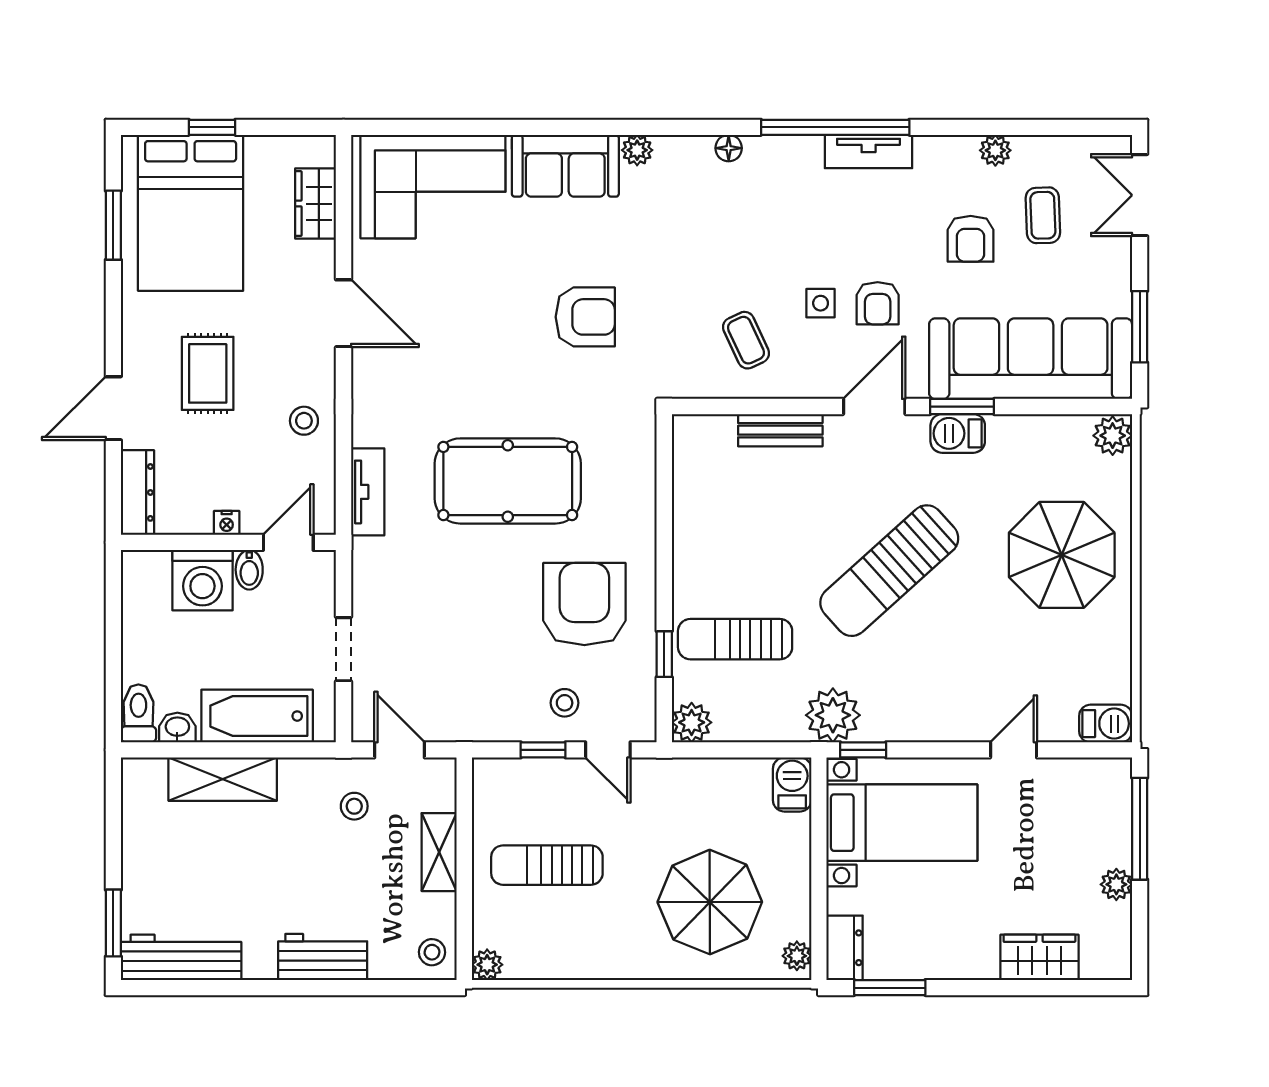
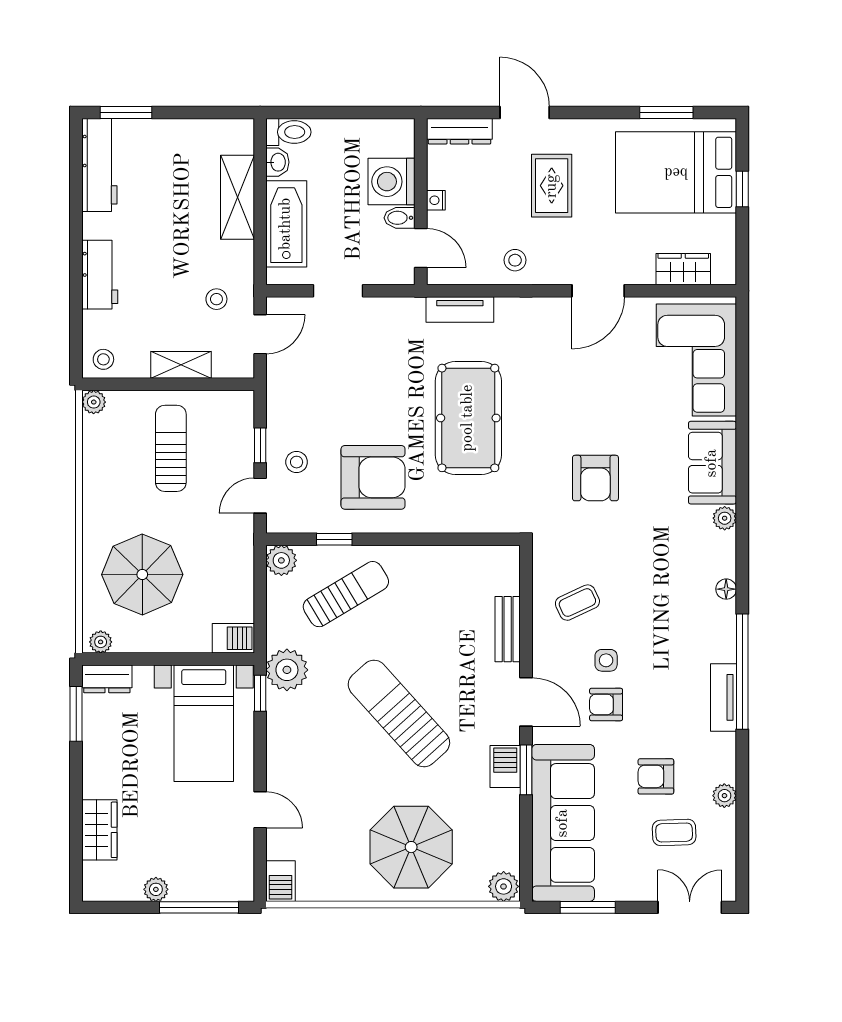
rug: (208, 373) -> (552, 186), turned 90
sun lounger: (735, 639) -> (346, 594), turned 59

